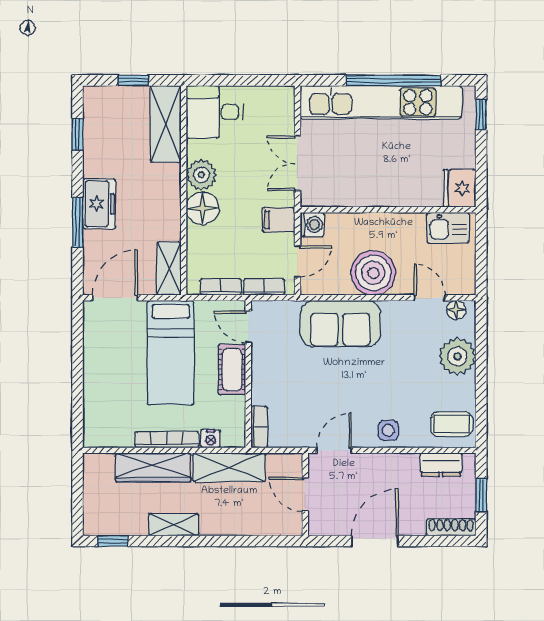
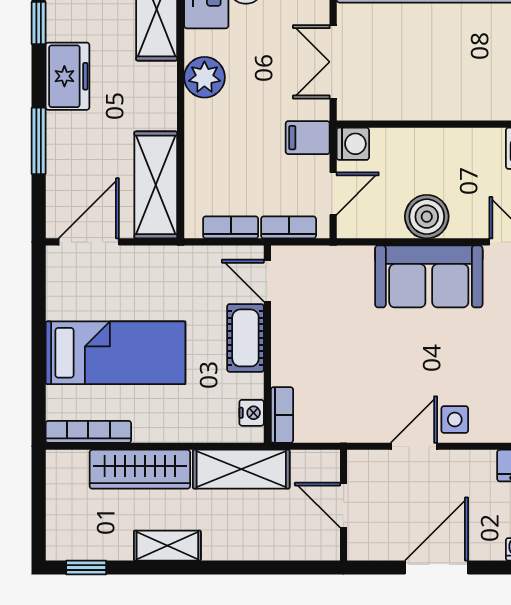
freezer: (99, 204) -> (67, 76), moved
floor lamp: (202, 208) -> (206, 122), removed
shelving: (169, 269) -> (156, 185), width x1.50, depth x1.33
boiler: (373, 273) -> (427, 217), width x0.73, depth x0.73
sofa: (340, 324) -> (429, 276), moved
bed: (171, 353) -> (116, 353), moved, turned -90
nightstand: (211, 439) -> (252, 413), moved, turned -90
bookcase: (167, 440) -> (88, 432), moved
door: (334, 450) -> (414, 446), moved

